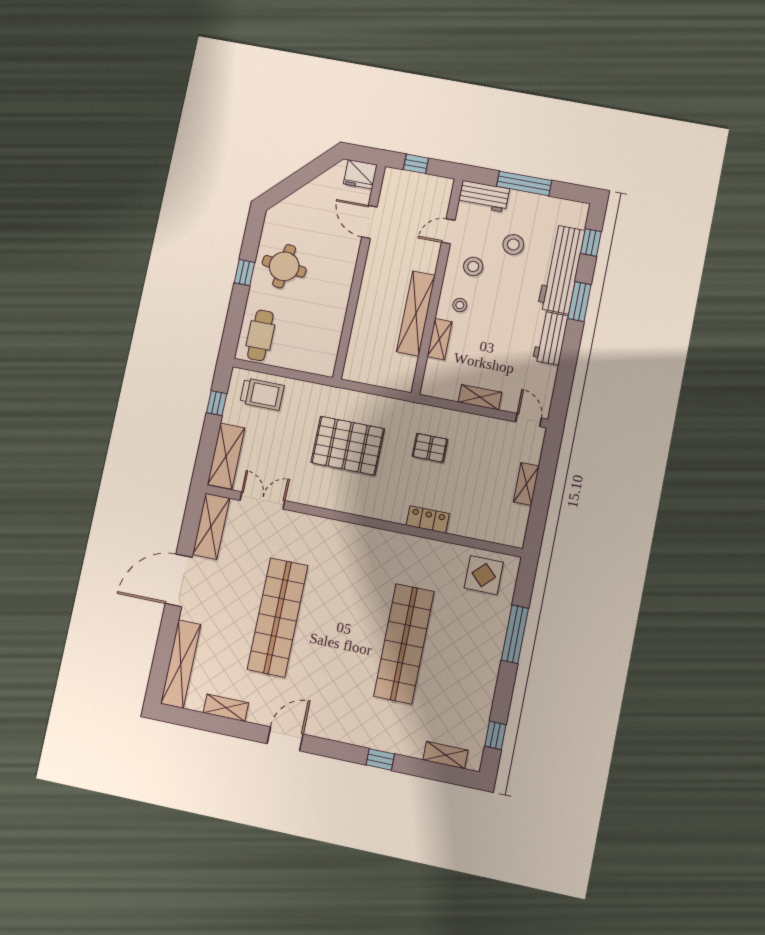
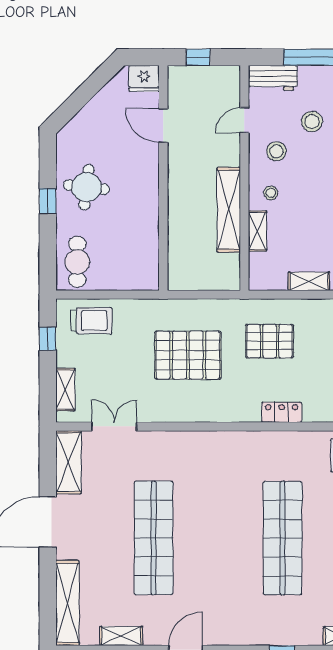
pallet: (430, 448) -> (270, 341), width x1.50, depth x1.42
shelving: (226, 456) -> (65, 390), width x0.67, depth x0.75

